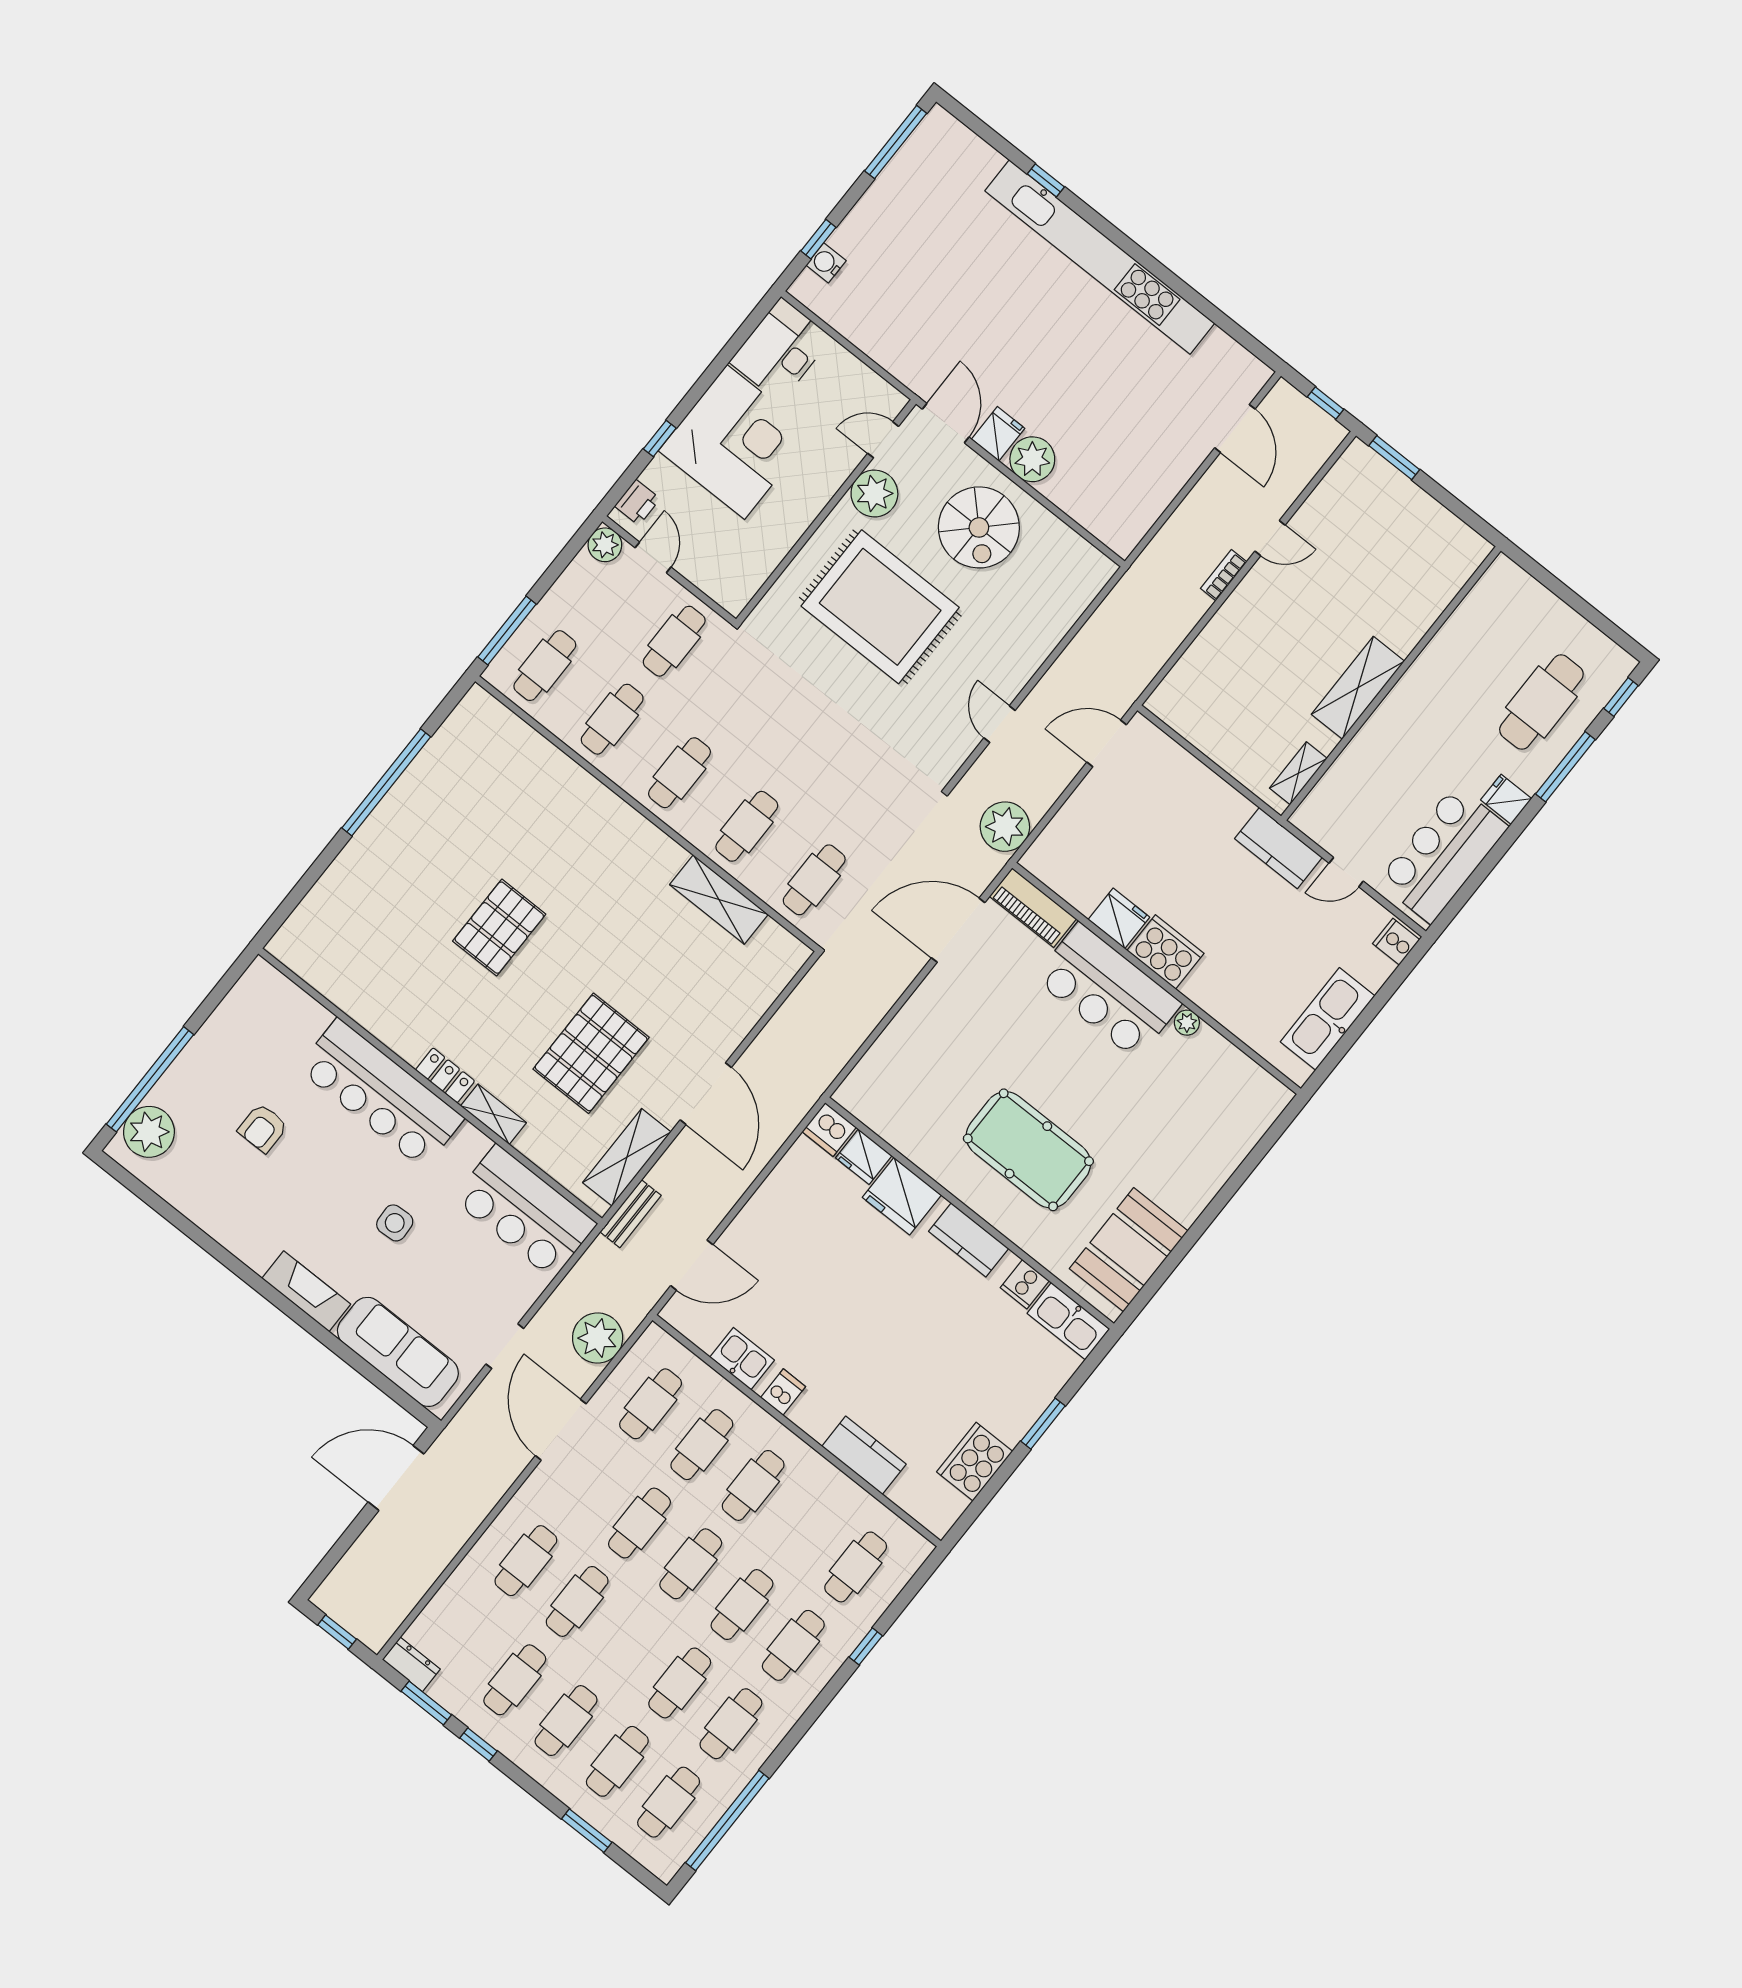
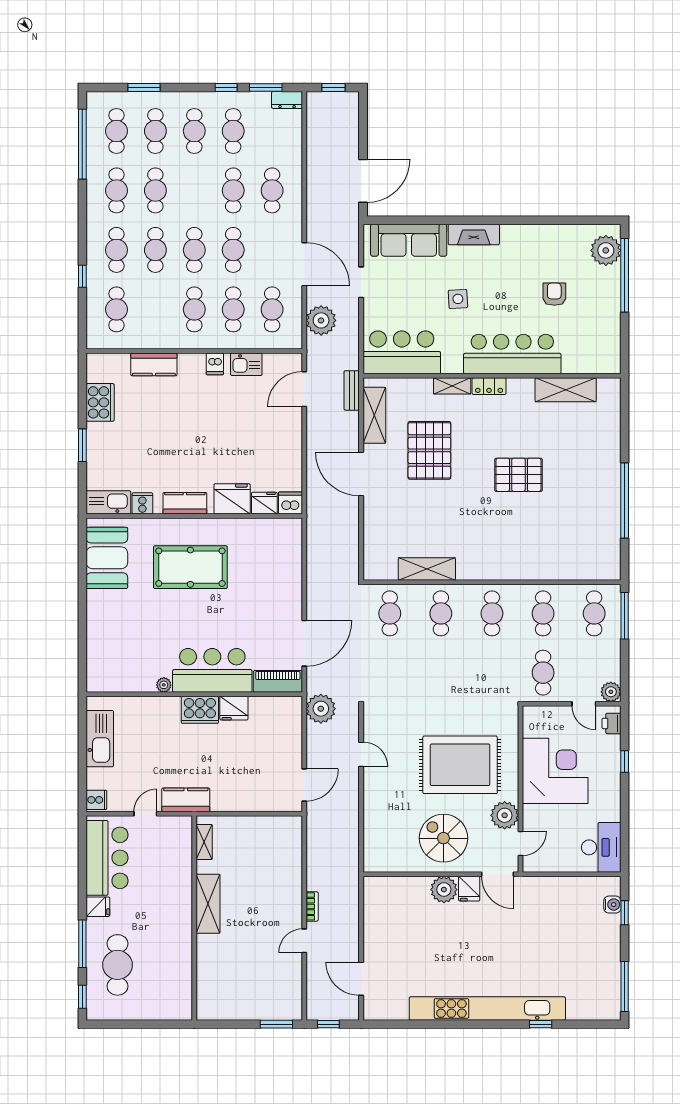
corner desk: (736, 442) -> (555, 771), moved, turned 180
pallet: (499, 928) -> (518, 475), turned 90
shelving: (348, 990) -> (566, 390), added

